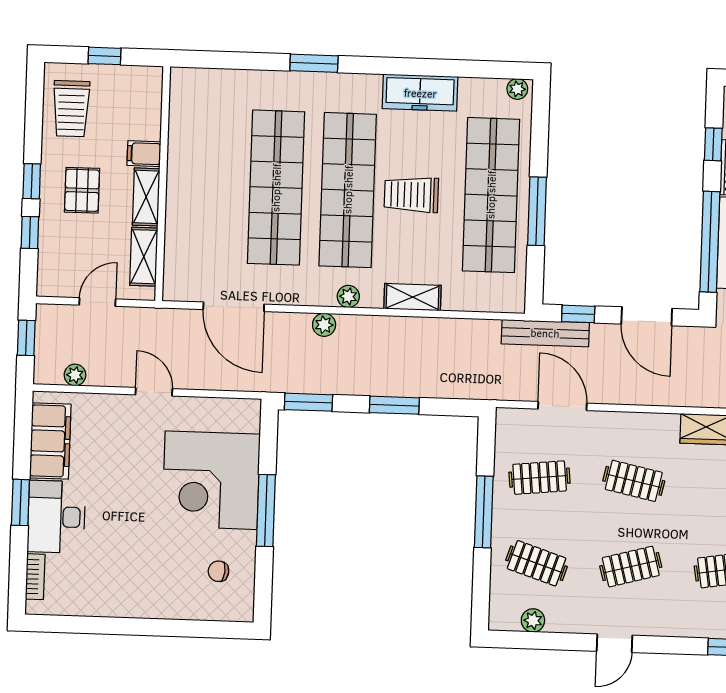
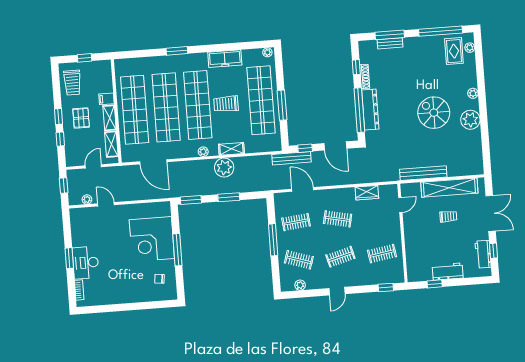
shop shelf: (204, 185) -> (135, 110), added
plant: (324, 325) -> (224, 168), moved, width x1.88, depth x1.88
door: (154, 392) -> (106, 204), moved
filing cabinet: (50, 441) -> (79, 230), removed

